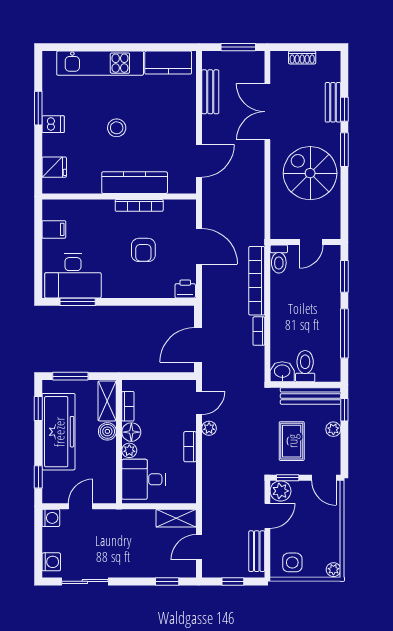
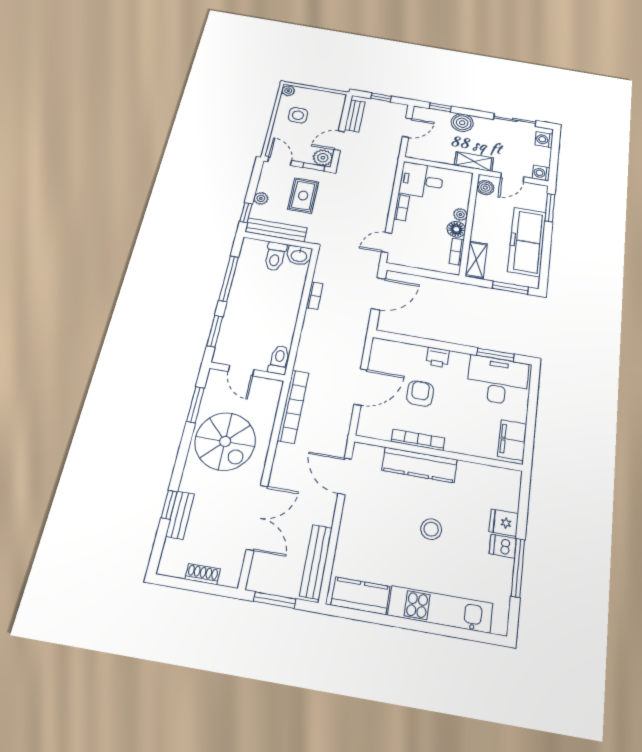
bench: (210, 92) -> (316, 562), width x1.36
window: (38, 108) -> (518, 568), width x1.44
window: (344, 150) -> (195, 405), moved
door: (199, 161) -> (345, 476), hinge flipped
fridge: (54, 167) -> (504, 523), moved
filing cabinet: (54, 229) -> (512, 440), width x2.00
door: (311, 242) -> (241, 371), swing flipped
door: (199, 246) -> (361, 387), swing flipped
bookcase: (257, 281) -> (293, 406), moved
printer: (185, 289) -> (438, 357), moved
window: (38, 408) -> (545, 265), removed
plant: (209, 428) -> (381, 220), removed
boiler: (107, 431) -> (485, 188), moved
window: (38, 477) -> (550, 208), width x1.50
desk: (144, 479) -> (421, 181), moved, turned 180
shelving: (176, 518) -> (474, 162), moved
side table: (292, 562) -> (298, 115), moved
boiler: (141, 566) -> (462, 123), added

